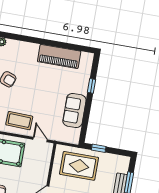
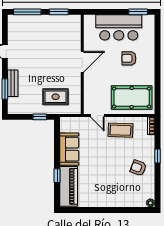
piano: (59, 56) -> (69, 186), moved, turned 90
rug: (79, 166) -> (56, 97), width x0.73, depth x0.70

